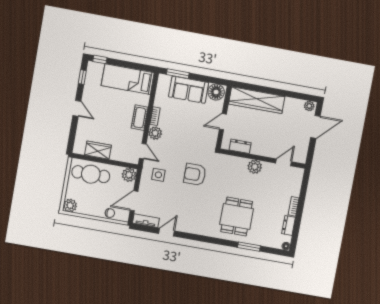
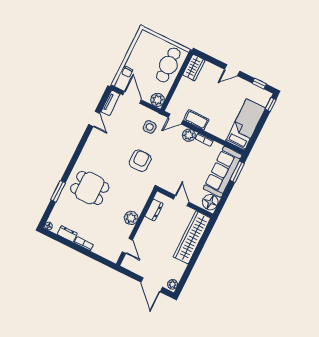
sofa: (189, 90) -> (223, 172), width x1.36
cot: (140, 118) -> (196, 120), moved
wardrobe: (98, 150) -> (194, 68), moved
plant: (70, 205) -> (145, 37), removed

